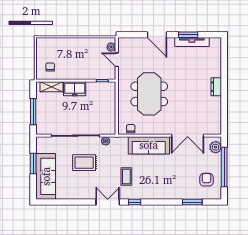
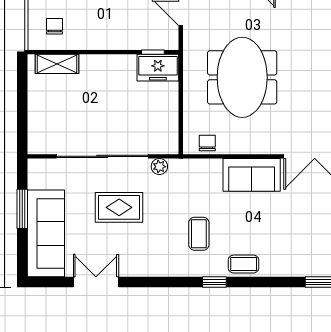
freezer: (75, 89) -> (158, 68), moved
window: (33, 112) -> (22, 111), removed
sofa: (149, 145) -> (252, 175), width x0.73
coffee table: (150, 193) -> (244, 264), added
double door: (108, 202) -> (96, 282), moved

